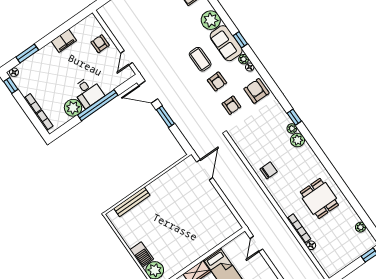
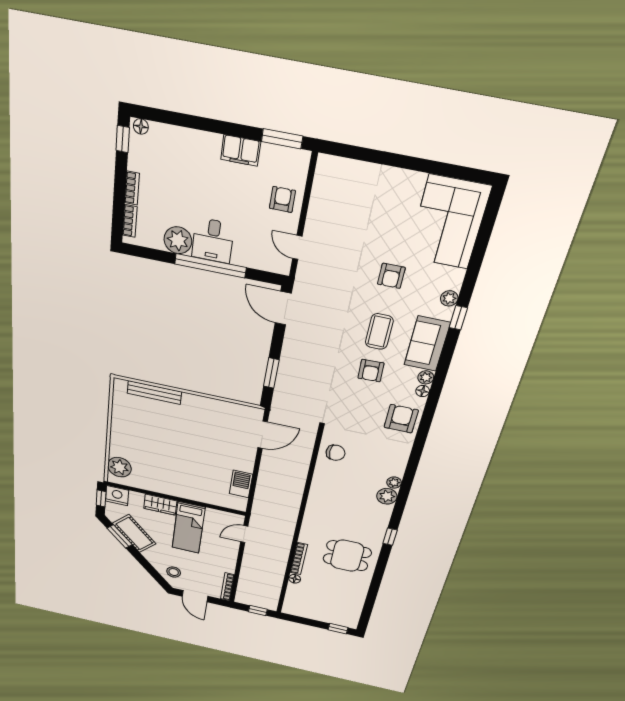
plant: (211, 20) -> (449, 298), width x0.53, depth x0.53
window: (240, 40) -> (458, 318), moved
window: (27, 53) -> (282, 139), moved
door: (127, 58) -> (297, 247), hinge flipped
armchair: (231, 105) -> (391, 276), moved
window: (165, 117) -> (271, 373), moved
window: (294, 117) -> (390, 537), moved
chair: (269, 170) -> (336, 453), moved
dining table: (319, 198) -> (347, 556), turned 90
plant: (361, 227) -> (357, 606), removed
barbecue: (142, 254) -> (241, 484), moved, turned 180

